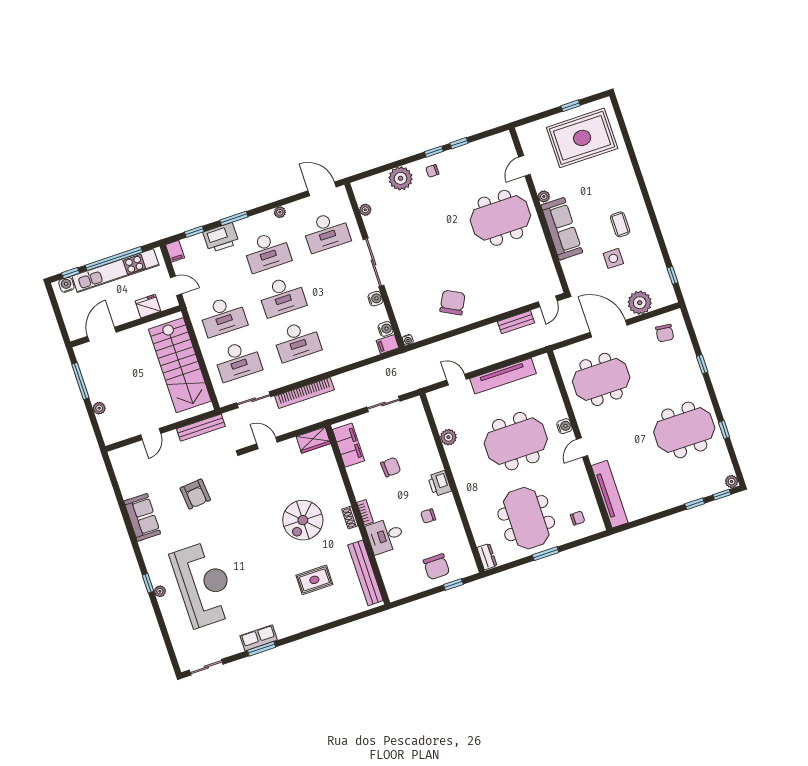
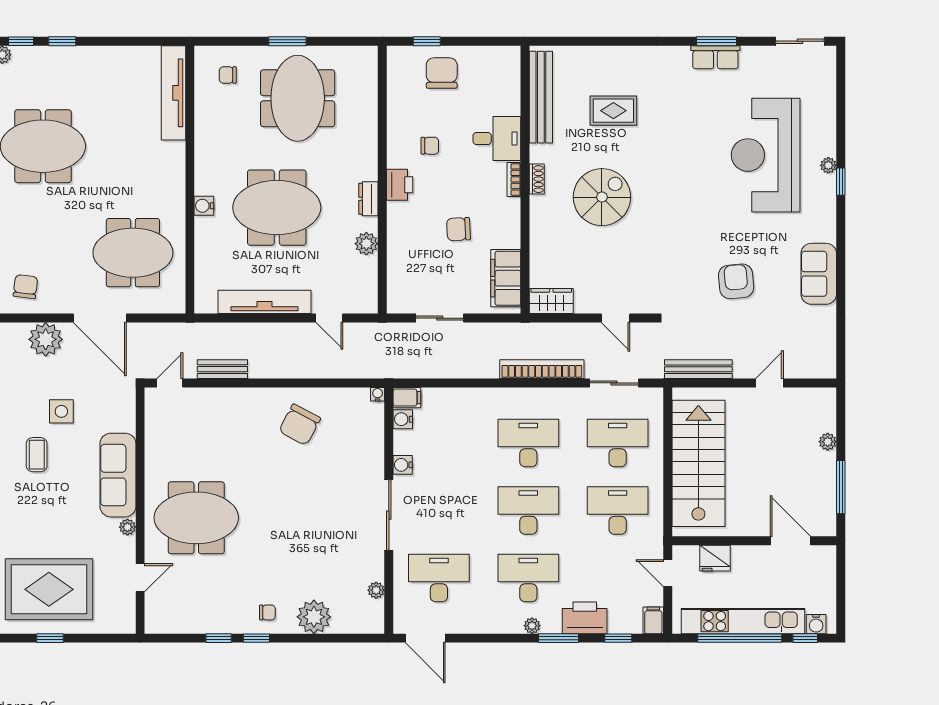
plant: (280, 212) -> (532, 626), moved
door: (102, 334) -> (790, 541), swing flipped
door: (582, 448) -> (190, 169), removed
dresser: (487, 557) -> (368, 199), moved

